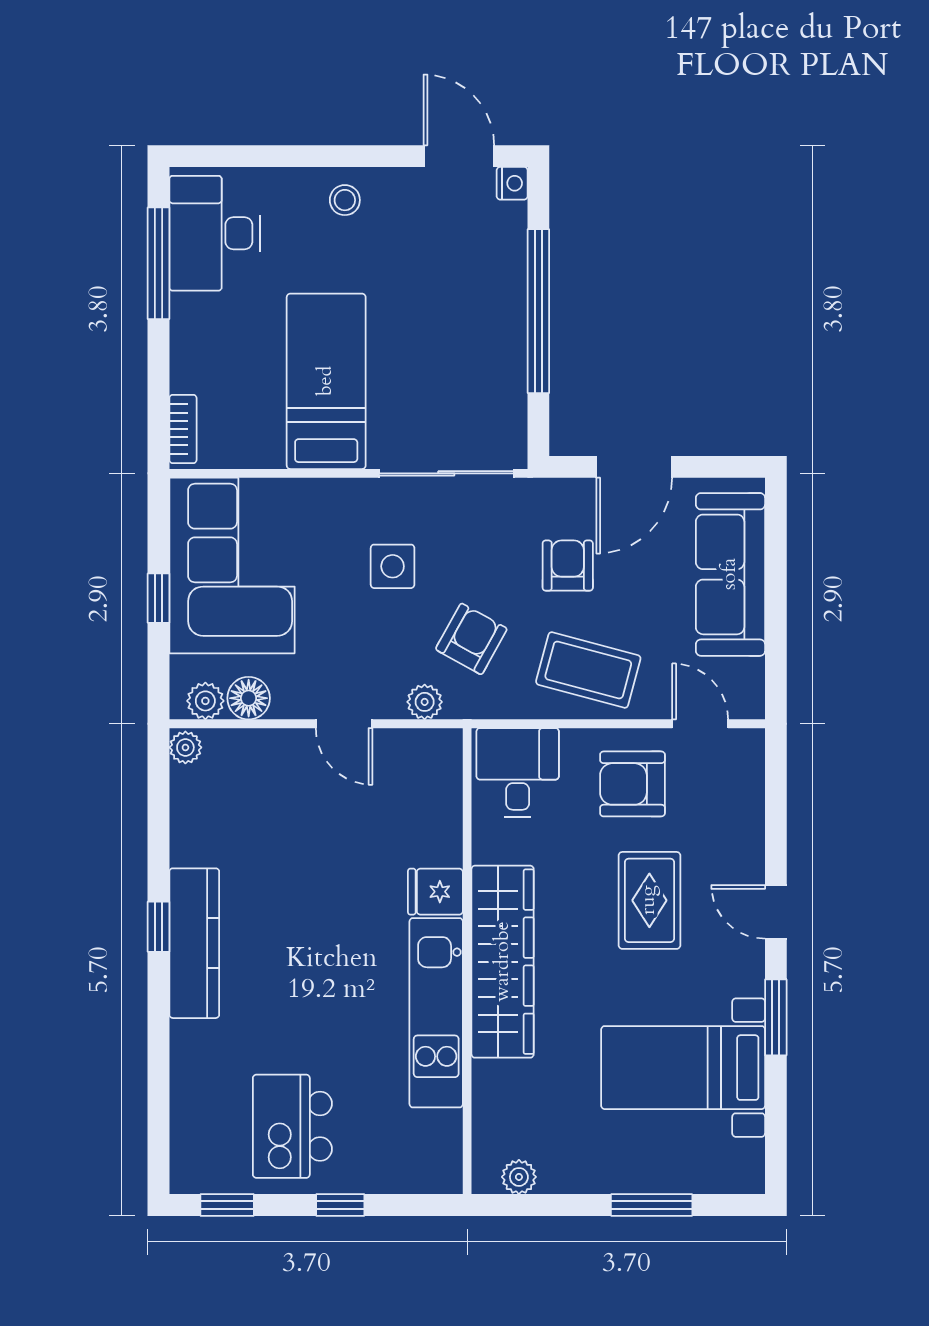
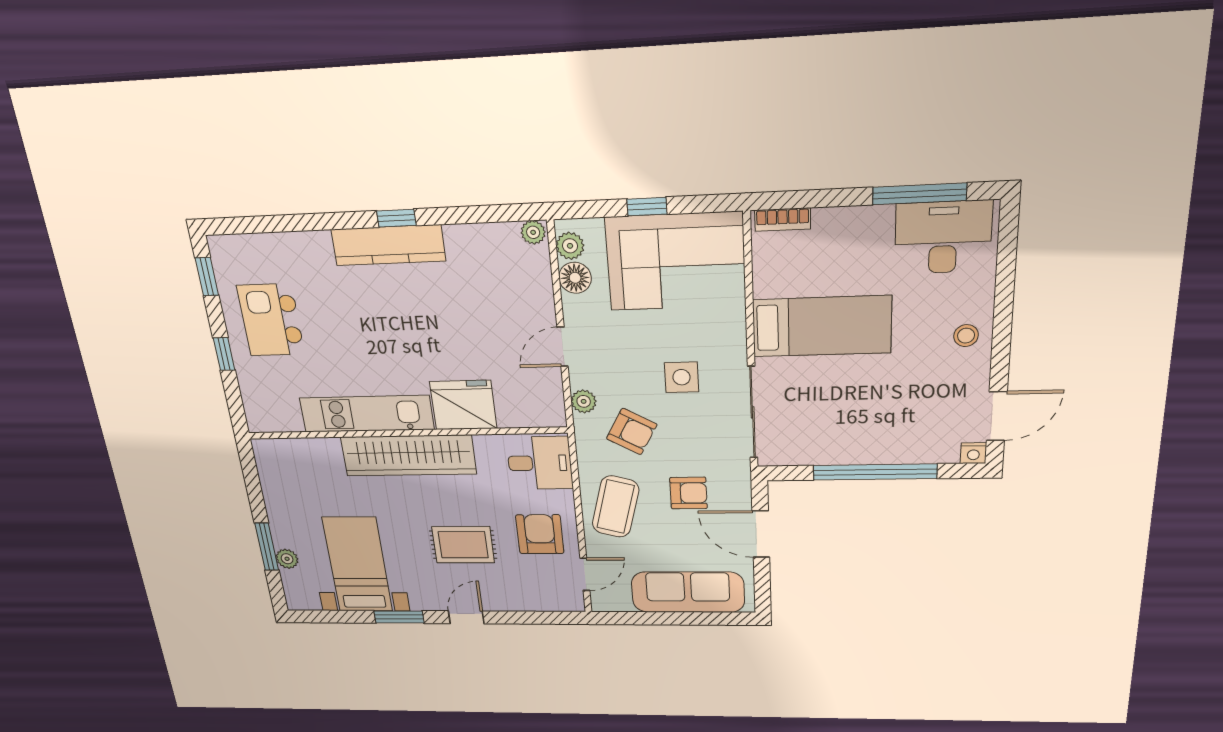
fridge: (435, 892) -> (463, 405), width x1.88, depth x1.34
kitchen island: (292, 1126) -> (271, 320), turned -90
plant: (519, 1177) -> (287, 559), moved

